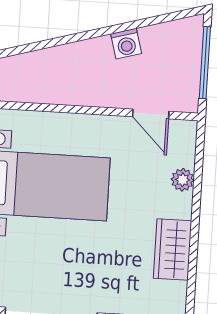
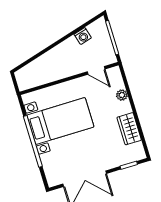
washing machine: (126, 44) -> (83, 36), moved

